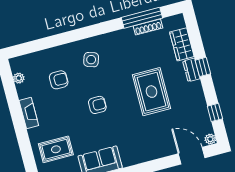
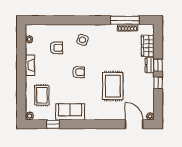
rug: (152, 92) -> (113, 86), moved
window: (215, 112) -> (158, 83), moved
rug: (56, 149) -> (42, 95), turned 90

